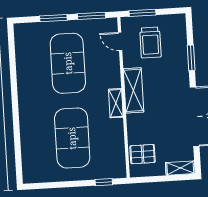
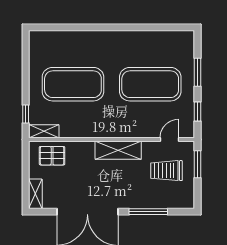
window: (91, 16) -> (198, 112), width x0.67
window: (191, 58) -> (148, 212), width x1.44
shelving: (116, 103) -> (44, 131), moved
pallet: (143, 154) -> (52, 156), turned 90

